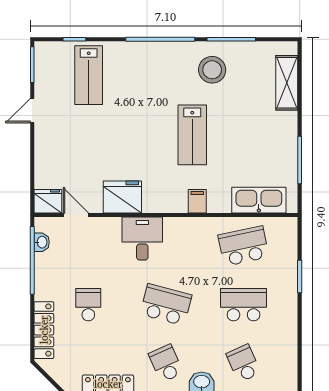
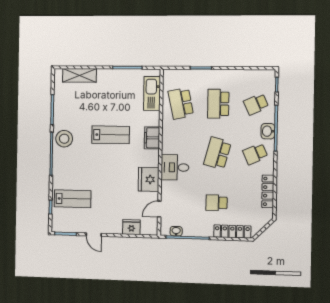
stool: (212, 70) -> (64, 139), moved
fridge: (48, 201) -> (131, 227), moved, turned 90
filing cabinet: (197, 201) -> (152, 138), width x2.00

